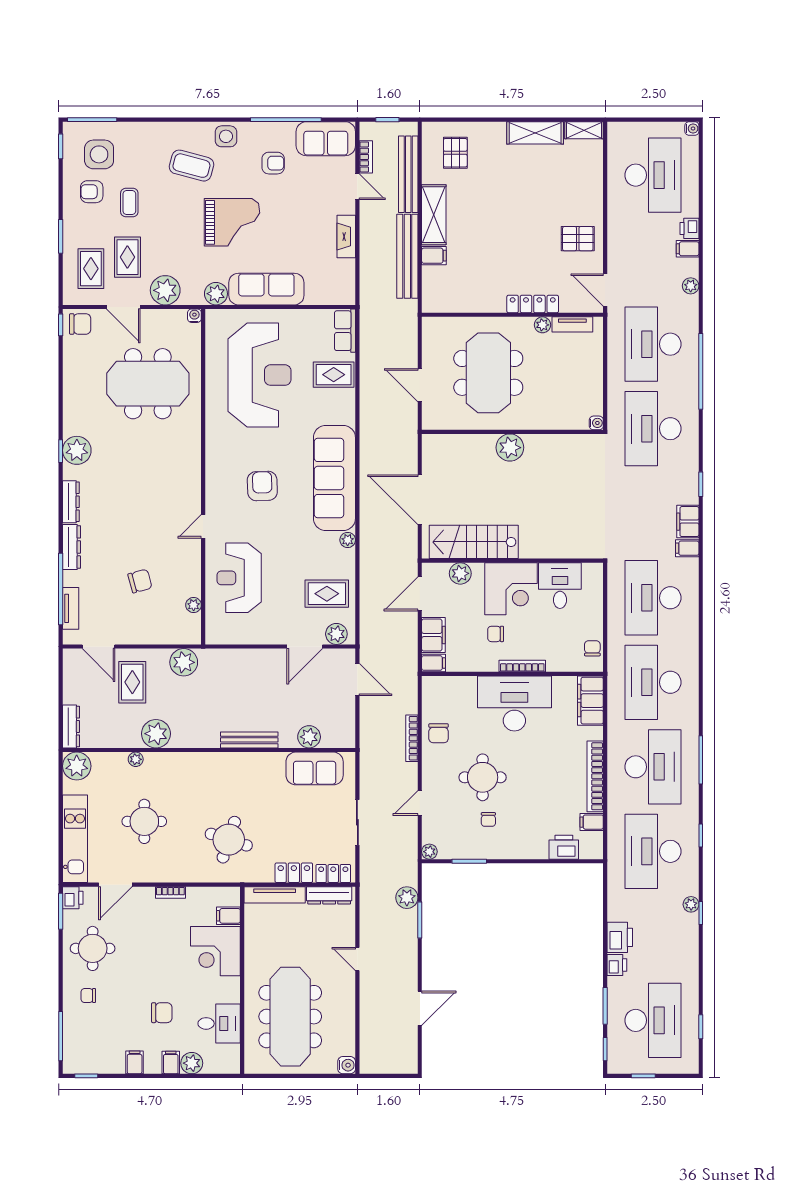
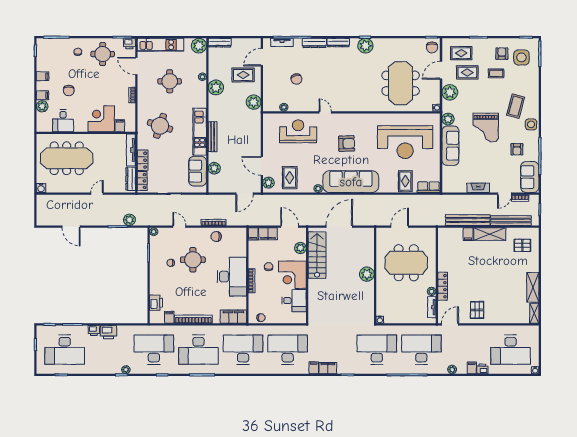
kitchen unit: (240, 765) -> (200, 132), added

